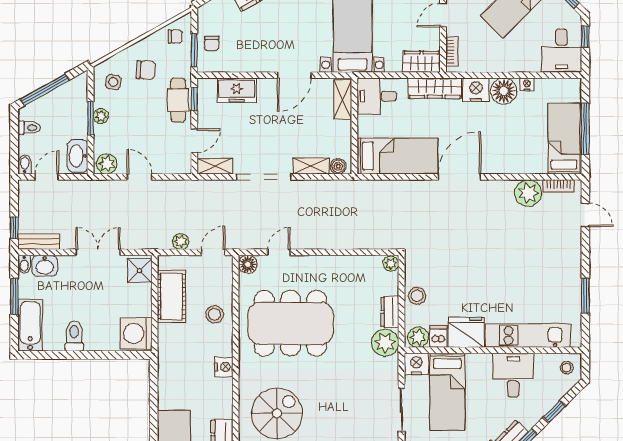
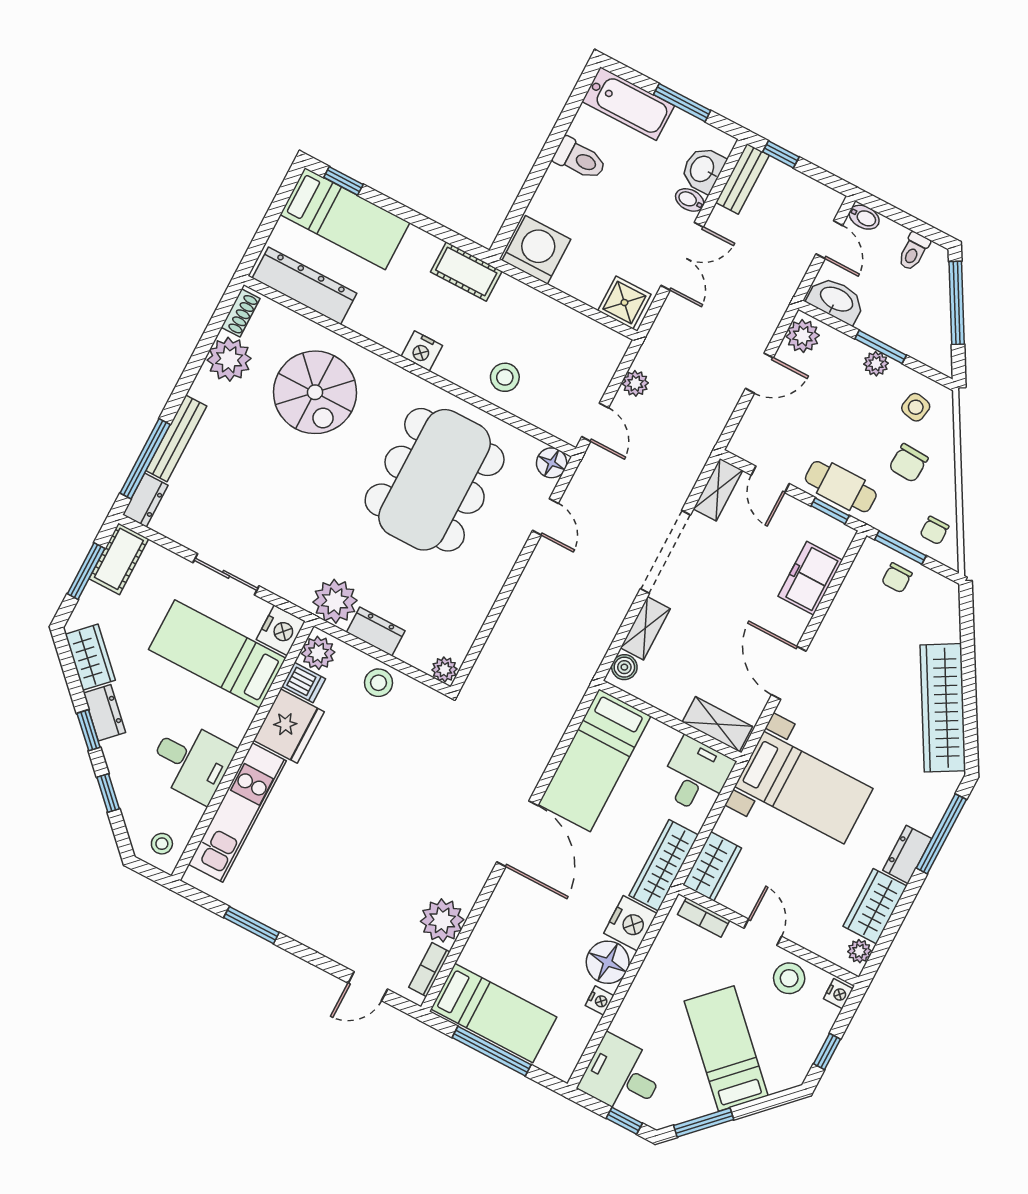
chair: (212, 43) -> (897, 578), turned -90
bidet: (24, 264) -> (690, 200), moved
cot: (172, 296) -> (466, 272), moved, width x0.73, depth x0.75

